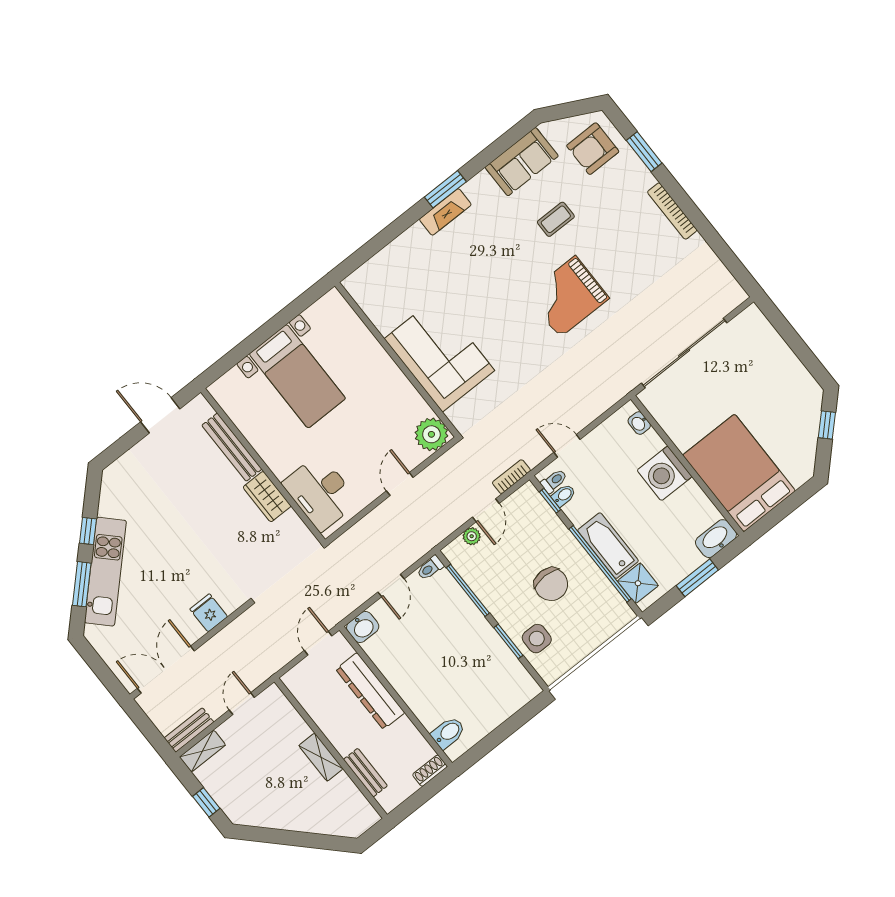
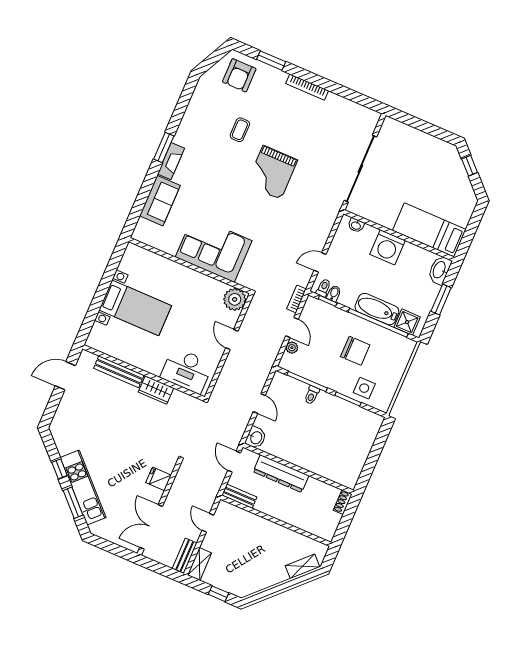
sofa: (522, 162) -> (160, 201), moved
bed: (739, 473) -> (429, 230), width x0.67
toilet: (430, 568) -> (312, 395), moved
bidet: (448, 733) -> (341, 473), removed
shelving: (321, 757) -> (303, 566), moved, turned -45
bench: (365, 773) -> (239, 496), moved

